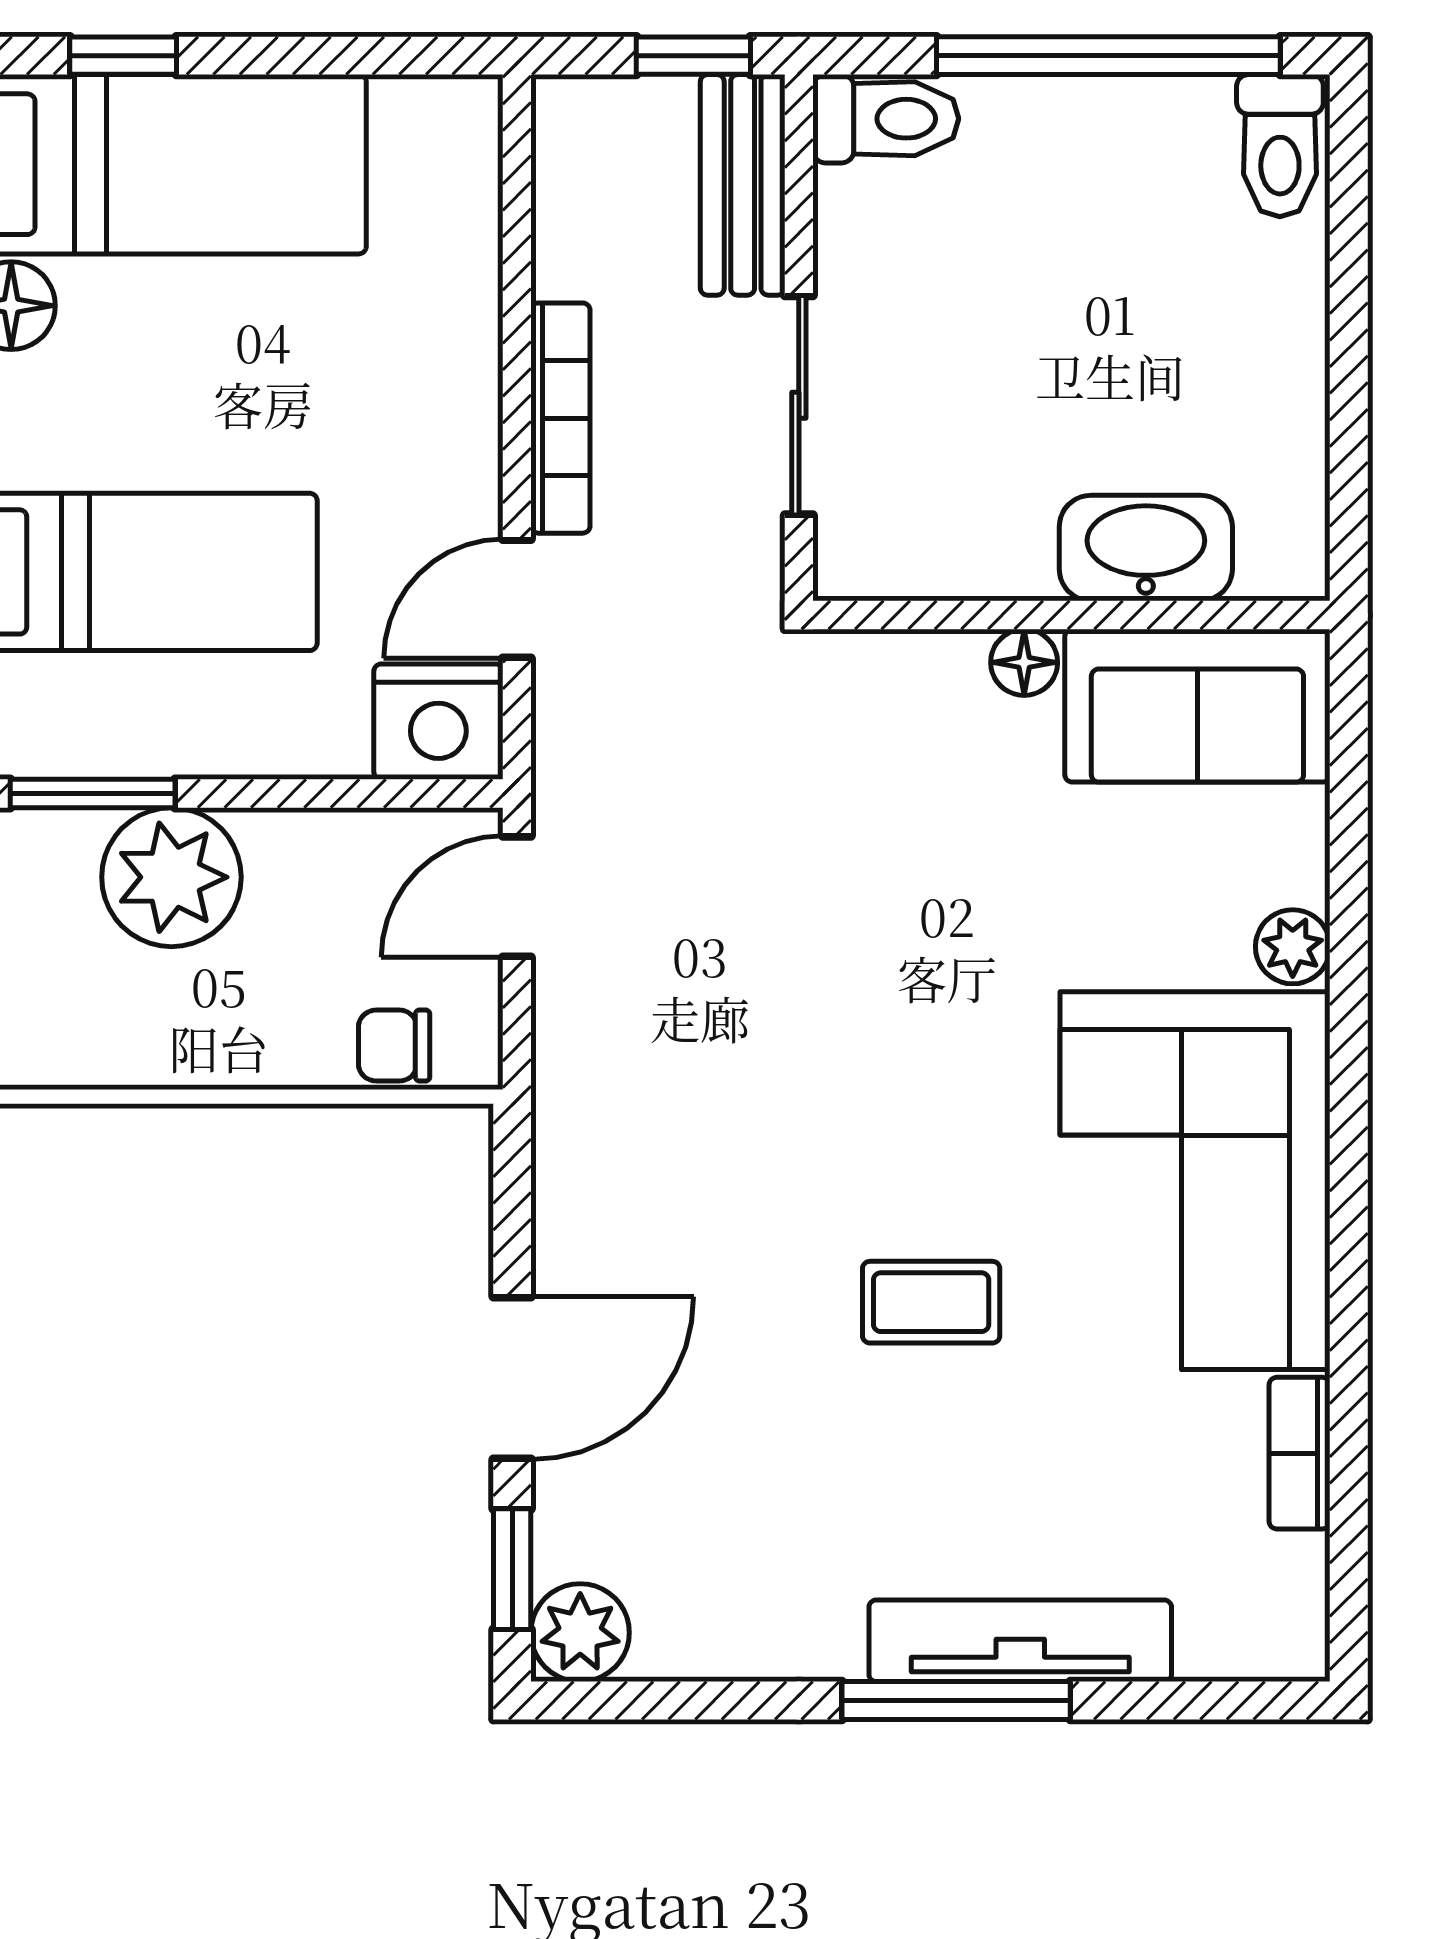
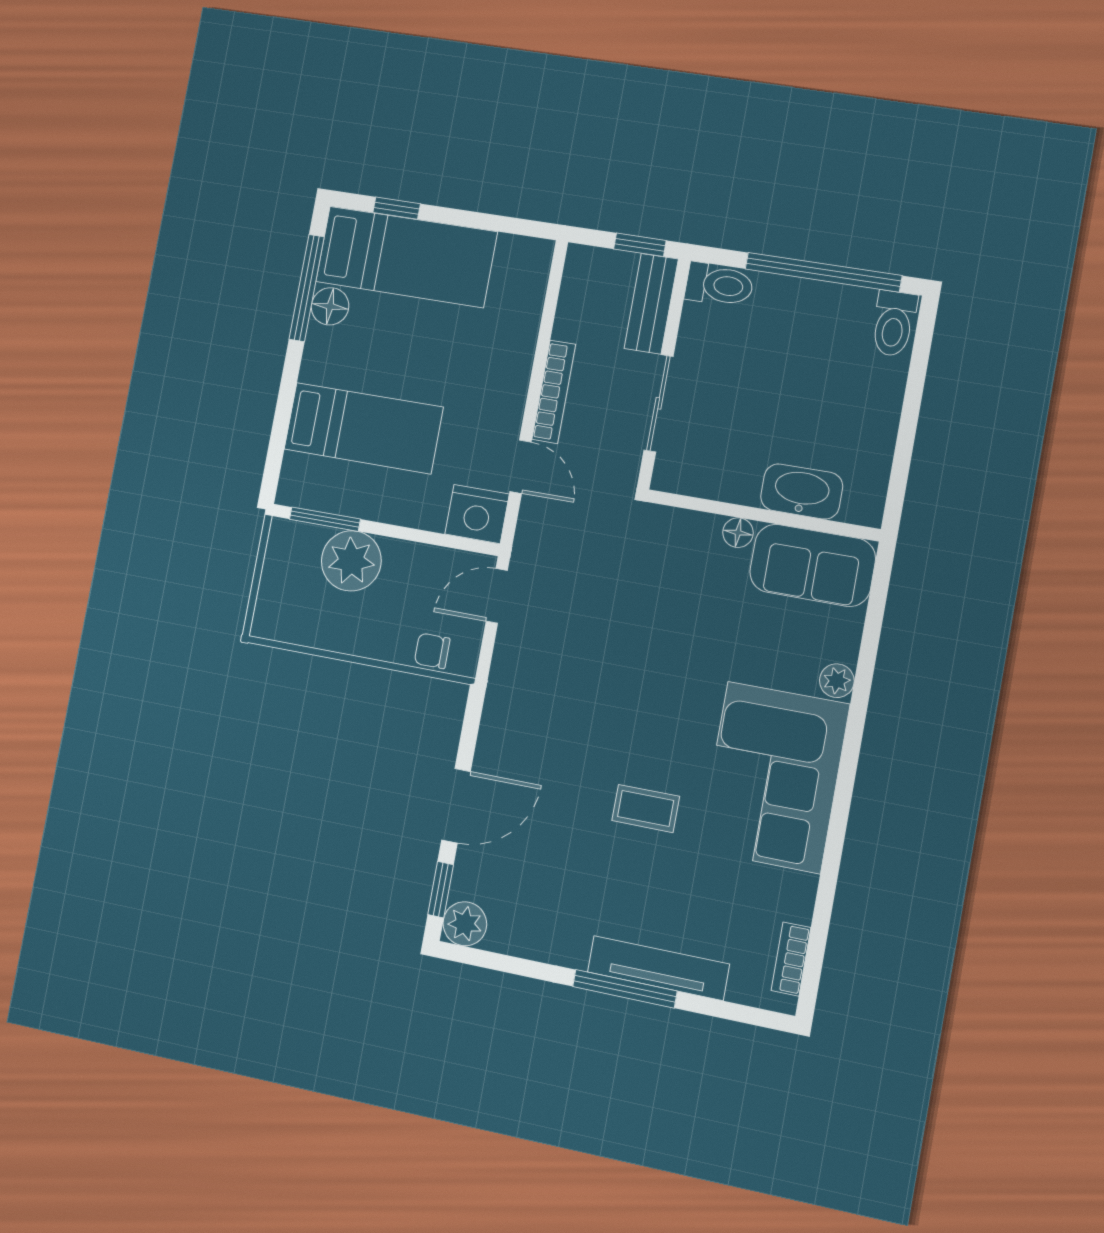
door: (517, 599) -> (521, 467), swing flipped
bookcase: (1300, 1453) -> (791, 959), moved

